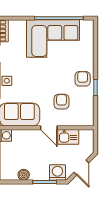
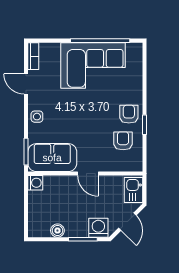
armchair: (62, 102) -> (123, 141), moved
kitchen sink: (68, 137) -> (133, 190), moved, turned 90

